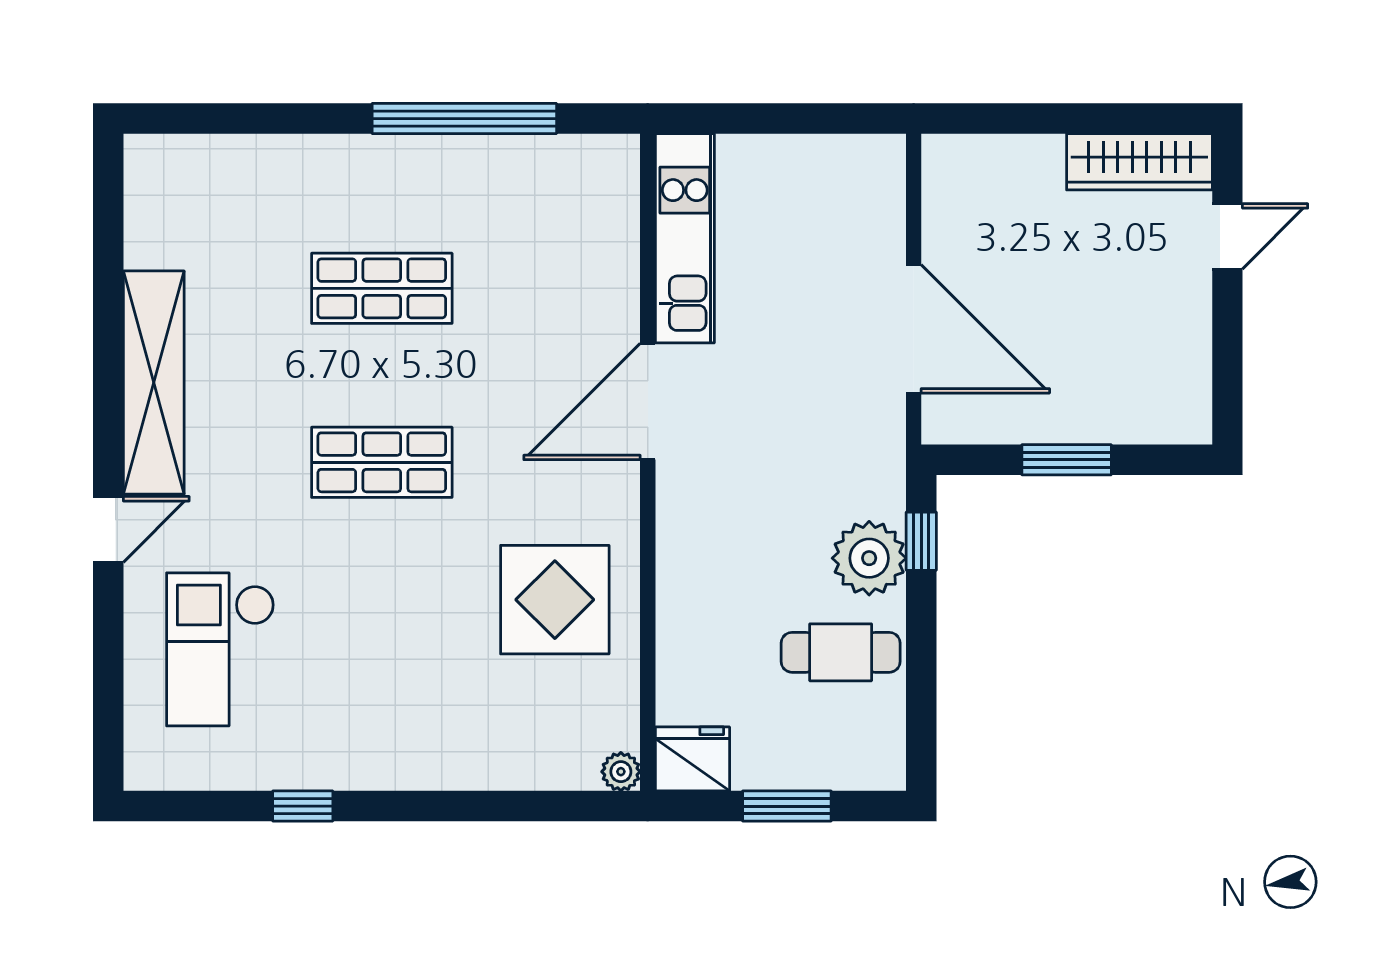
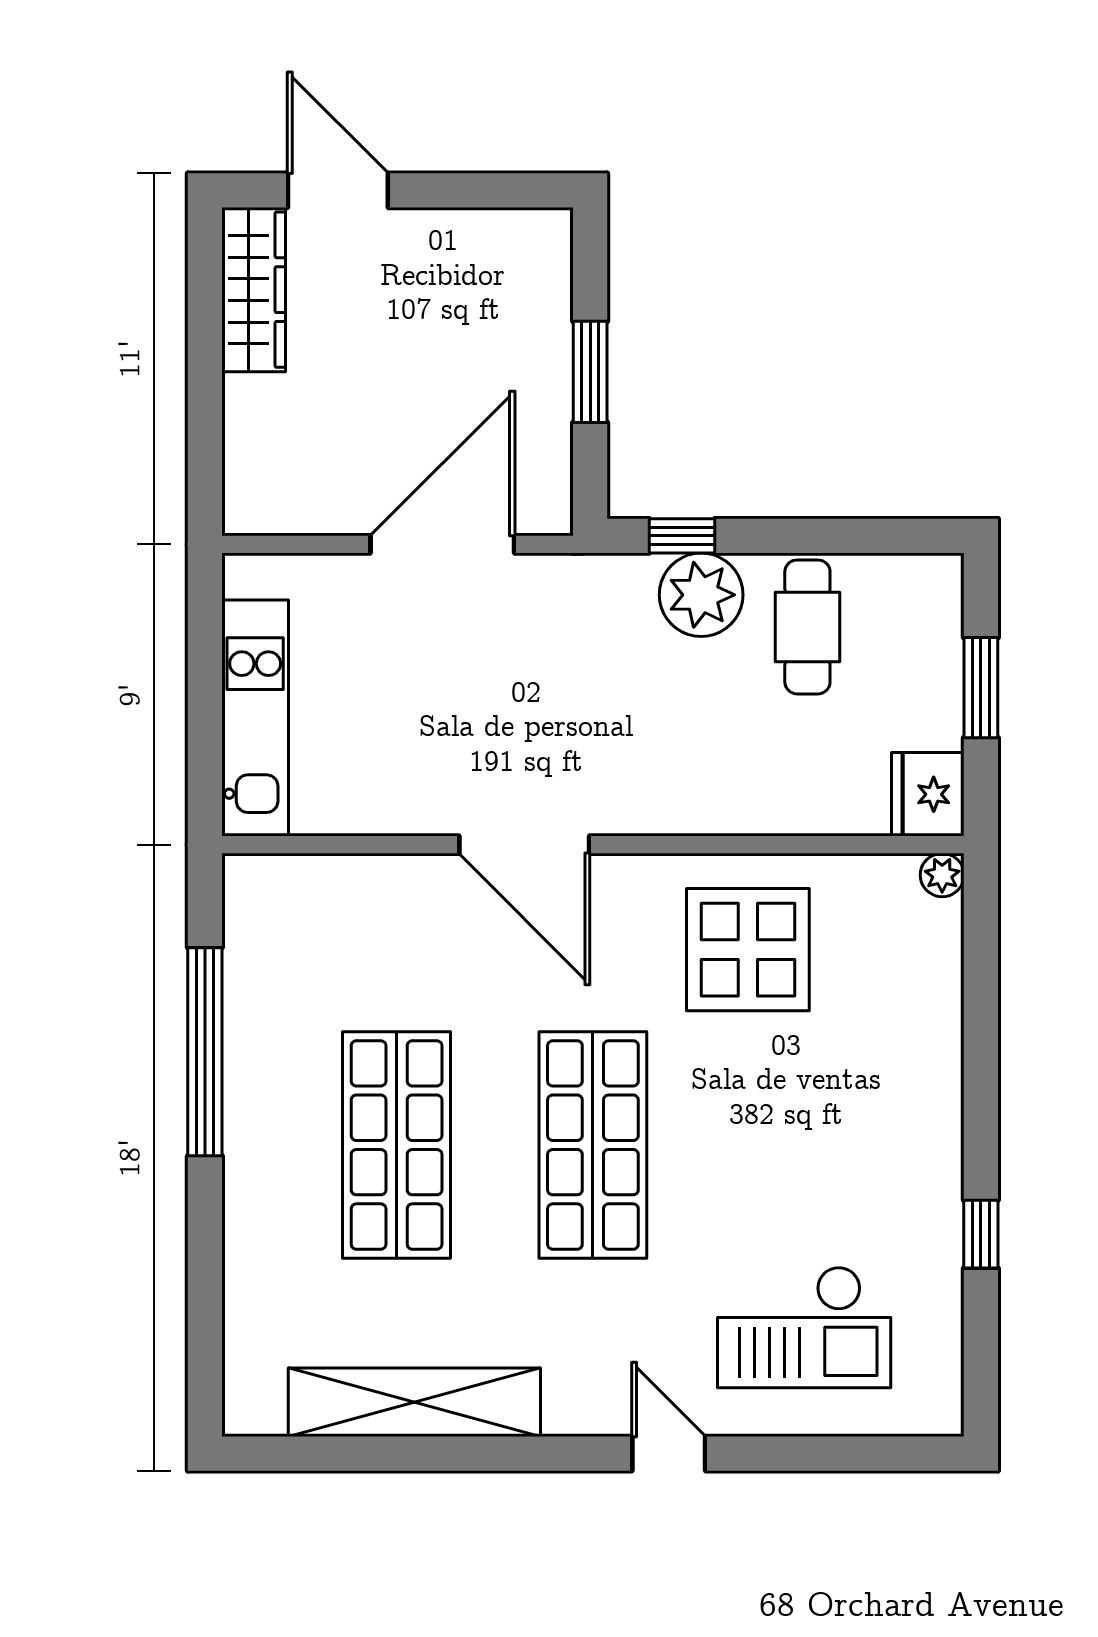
door: (1227, 236) -> (338, 190), width x1.38
kitchen unit: (685, 238) -> (255, 718), moved, turned 90
shop shelf: (382, 288) -> (397, 1145), width x1.43, depth x1.36
shelving: (154, 383) -> (414, 1402), moved
shop shelf: (382, 462) -> (593, 1145), width x1.43, depth x1.36

